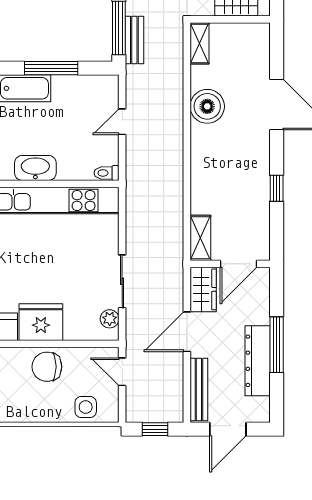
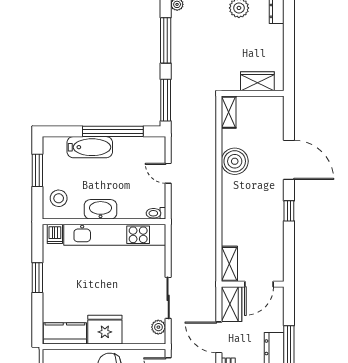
bench: (134, 40) -> (178, 110), removed
window: (51, 68) -> (113, 131), width x1.46
door: (122, 122) -> (168, 173), hinge flipped
window: (277, 188) -> (289, 211), moved
door: (187, 332) -> (219, 337), hinge flipped

